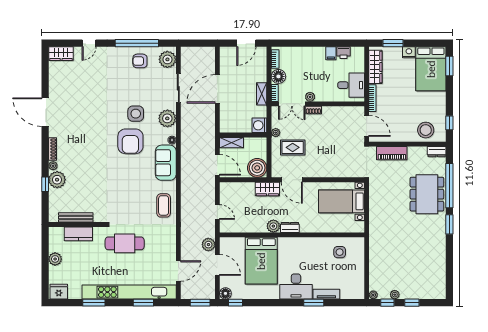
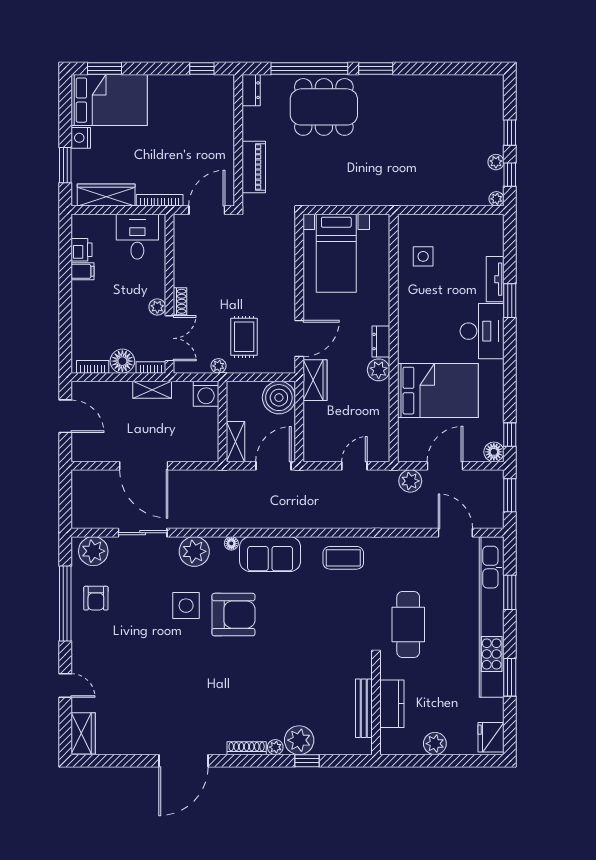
stool: (426, 130) -> (214, 109), removed

